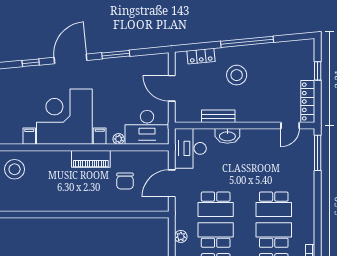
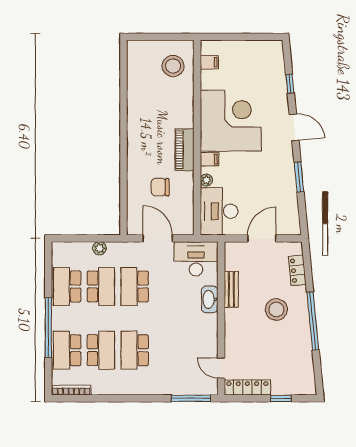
door: (71, 59) -> (294, 127), width x0.73
filing cabinet: (29, 136) -> (209, 62), moved

